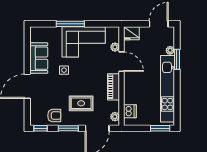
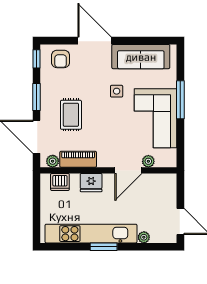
fridge: (131, 33) -> (91, 183), moved, turned -90
sofa: (39, 58) -> (141, 57), width x1.36
window: (177, 59) -> (104, 247), moved
piano: (113, 87) -> (78, 159), moved
armchair: (54, 116) -> (61, 59), moved
window: (160, 128) -> (37, 224), removed

